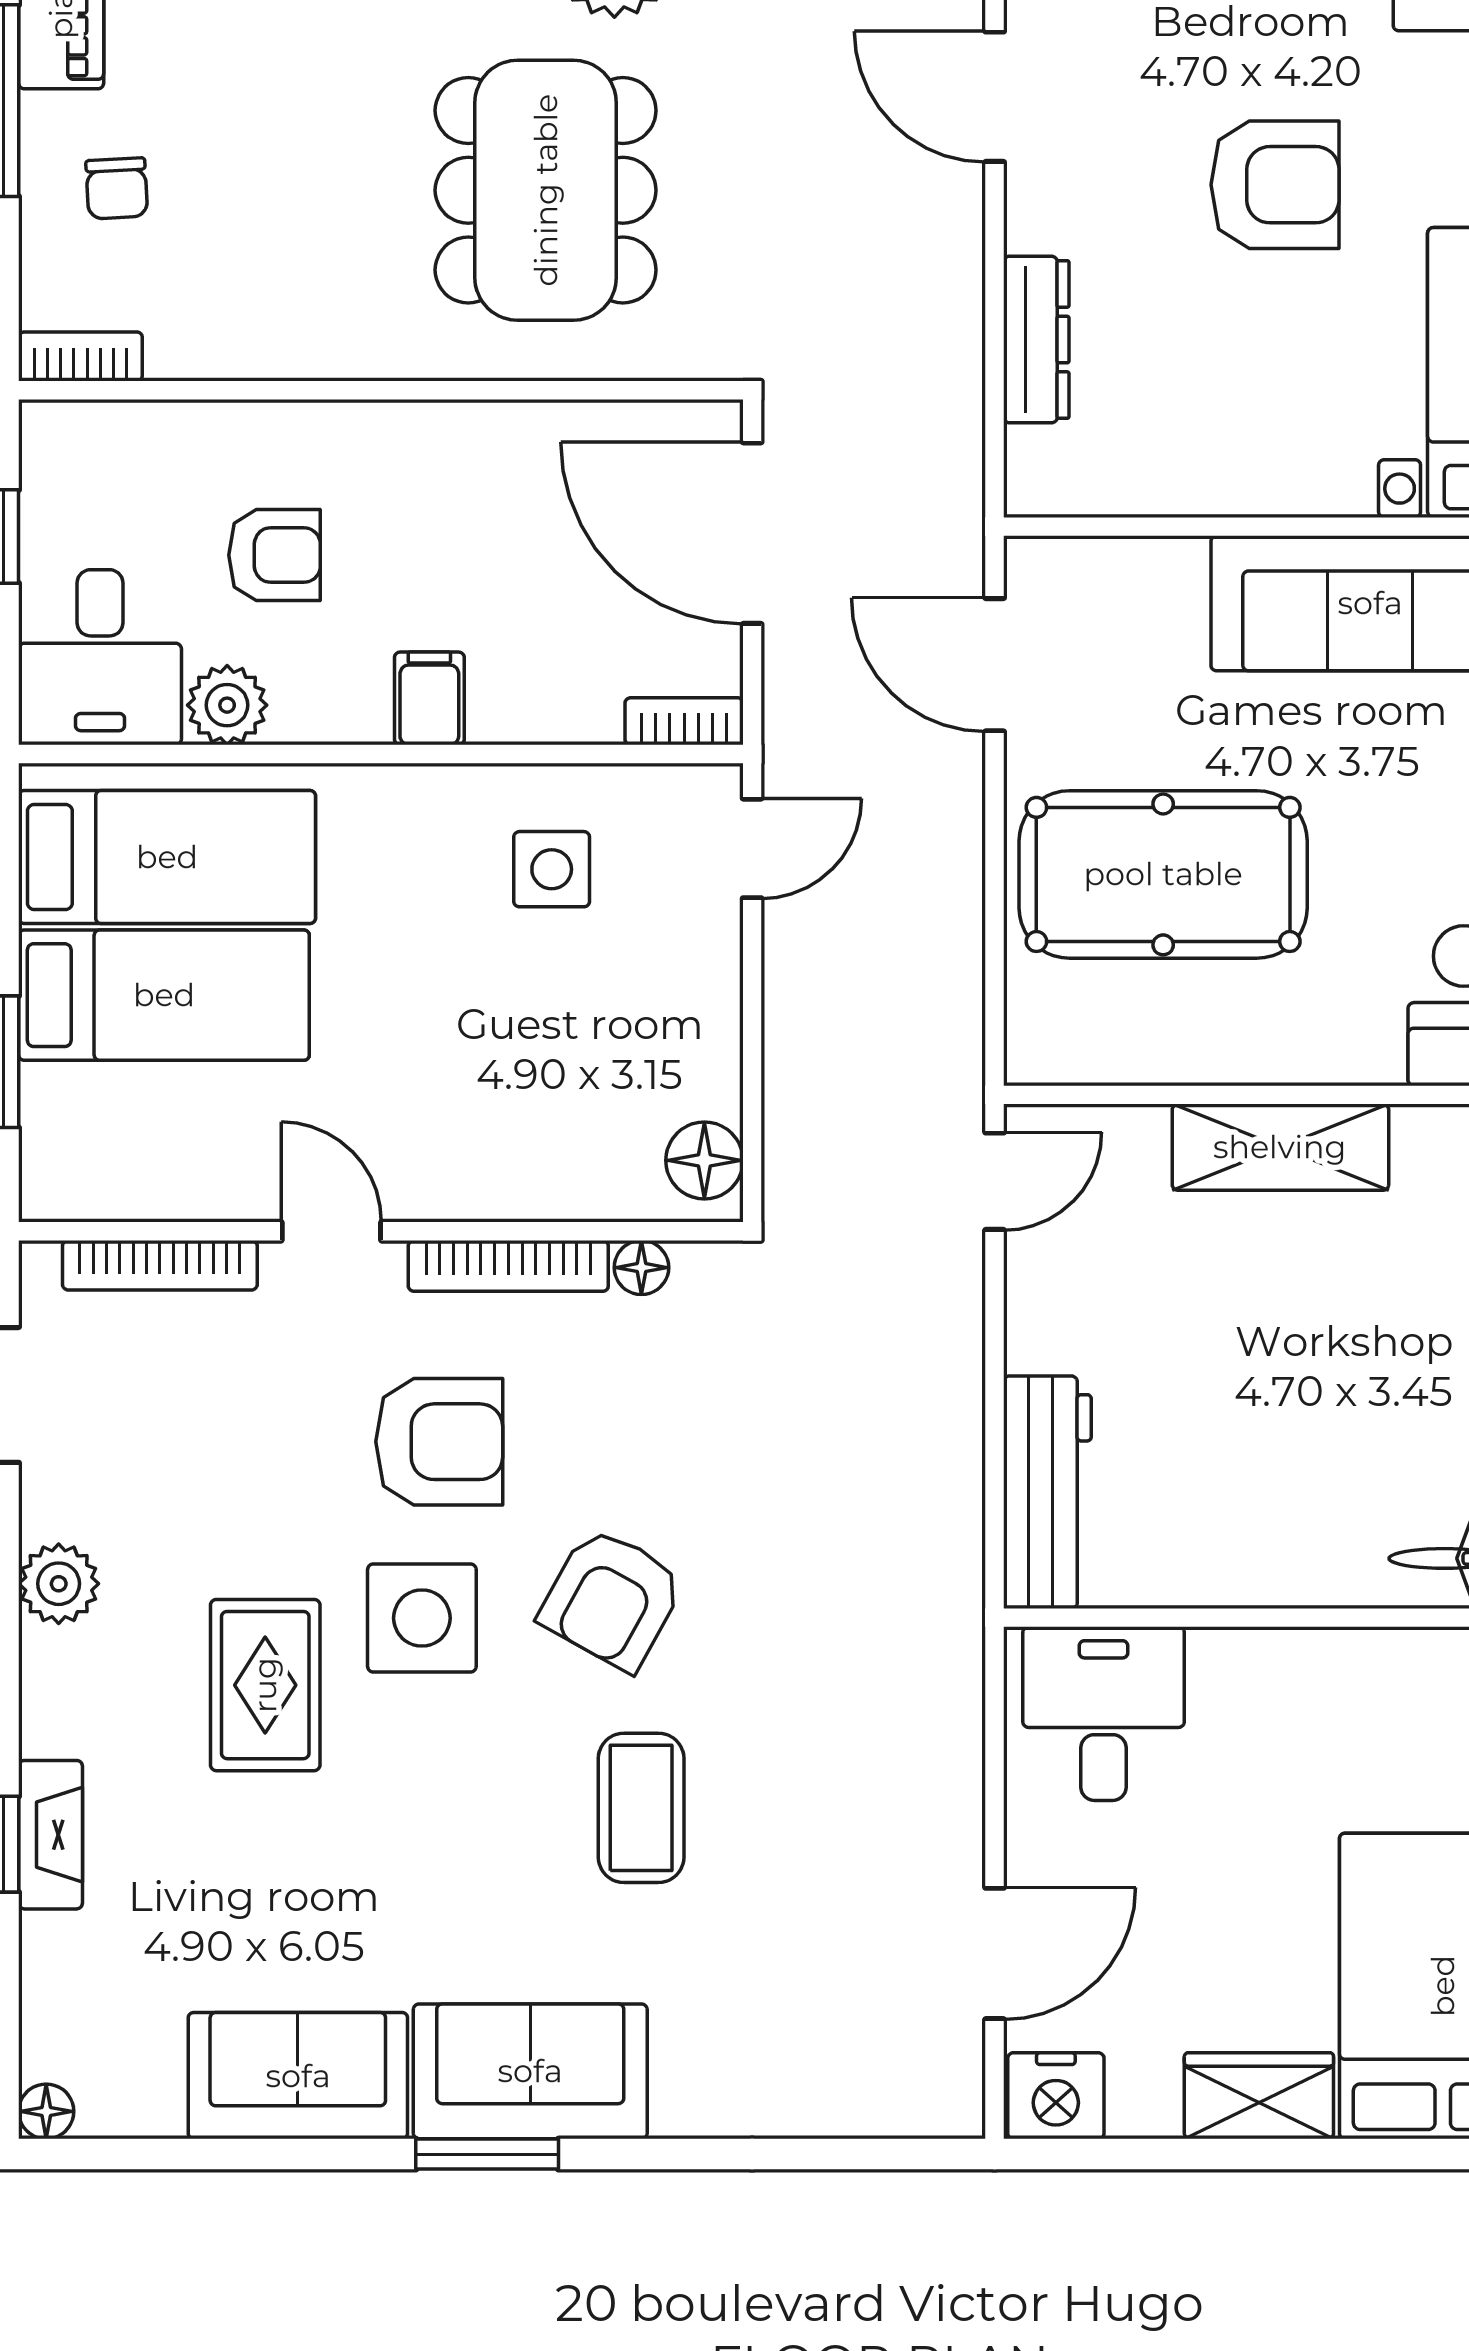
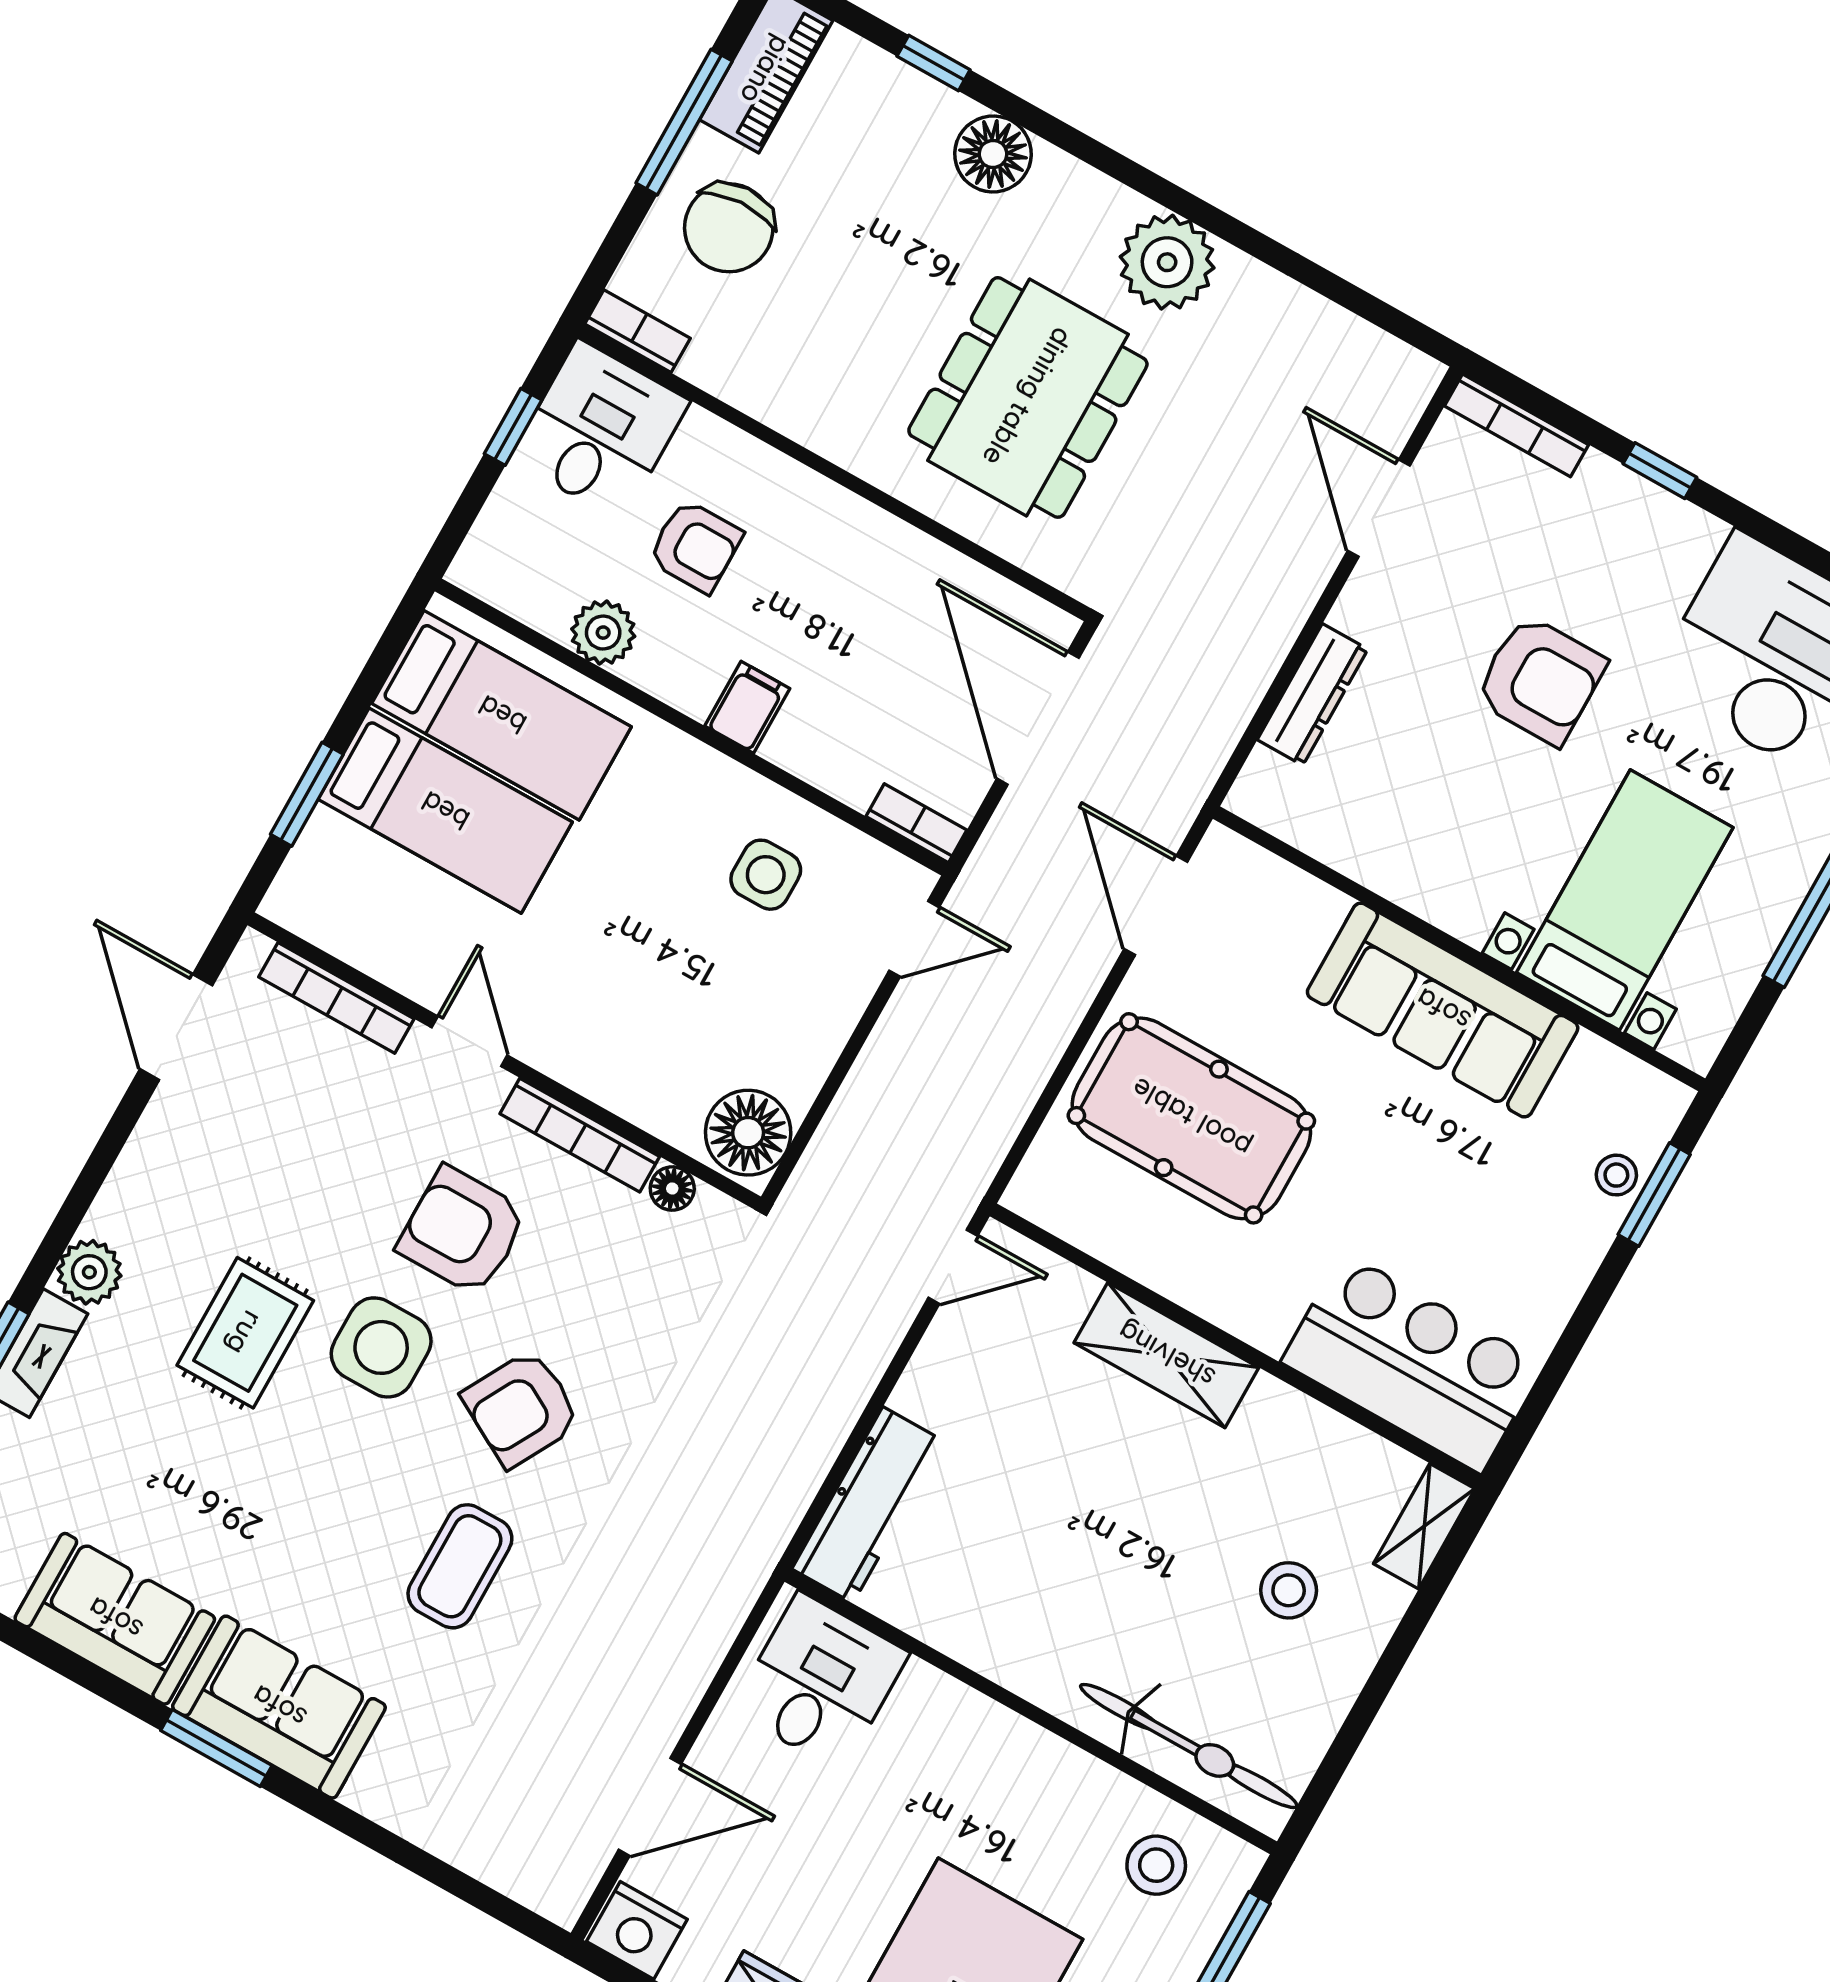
chair: (117, 188) -> (729, 228), width x1.87, depth x1.87
desk: (100, 657) -> (600, 430), moved, turned 180
floor lamp: (704, 1160) -> (748, 1133), width x1.38, depth x1.38
armchair: (439, 1442) -> (462, 1231), turned 180
plant: (59, 1584) -> (89, 1272), moved

